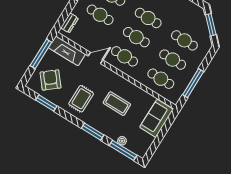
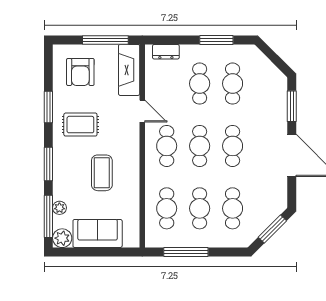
armchair: (51, 80) -> (80, 72), turned 129
window: (46, 103) -> (48, 107), moved
sofa: (156, 118) -> (98, 233), moved
plant: (141, 150) -> (62, 238), added

